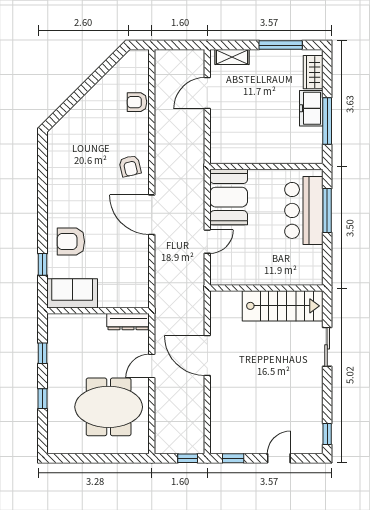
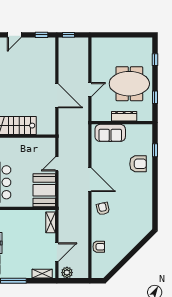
plant: (190, 59) -> (67, 273), added
shelving: (218, 143) -> (51, 222), added
sofa: (72, 293) -> (110, 133), moved
dresser: (128, 322) -> (124, 116), moved
window: (42, 399) -> (155, 60), moved
meeting table: (109, 407) -> (129, 84), moved

